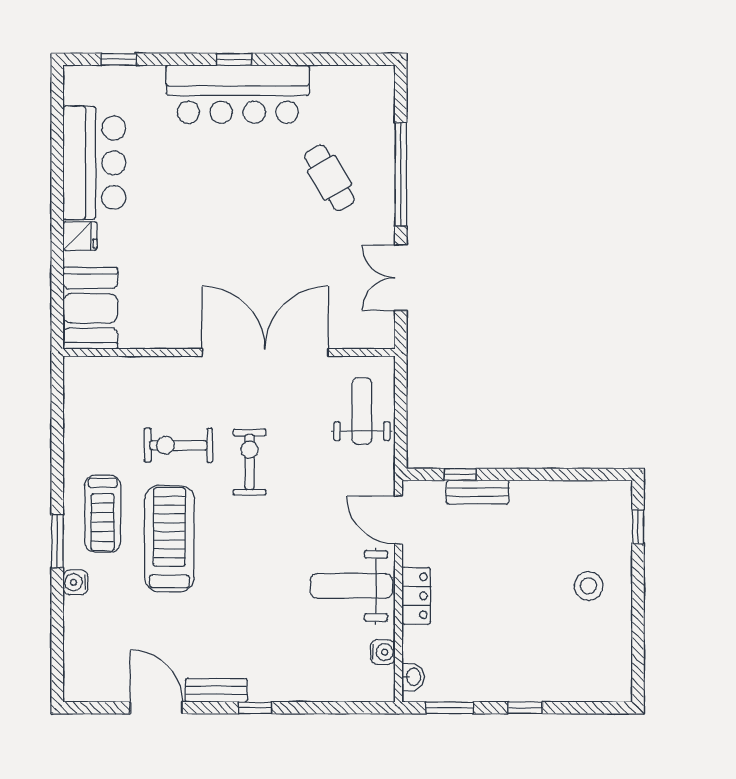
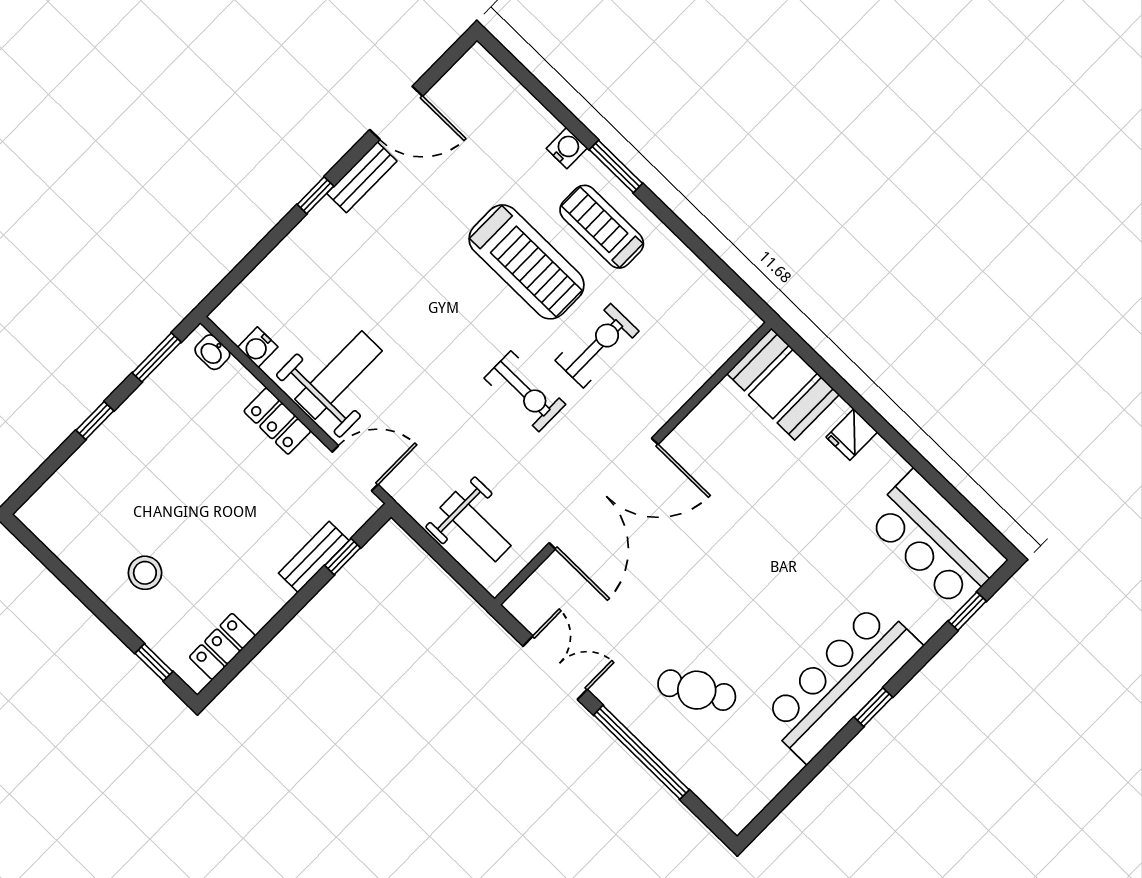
bar counter: (94, 163) -> (935, 540), moved
locker: (587, 494) -> (222, 646), added

